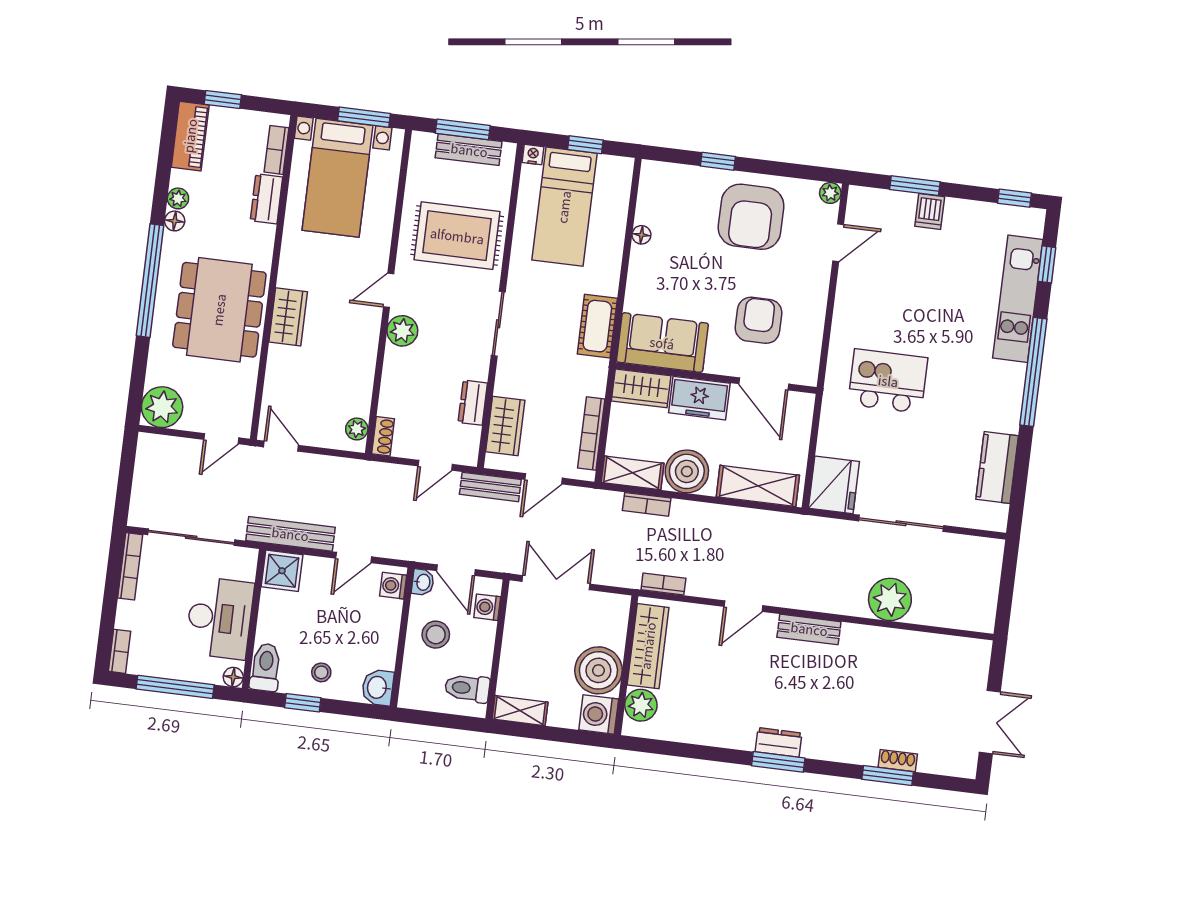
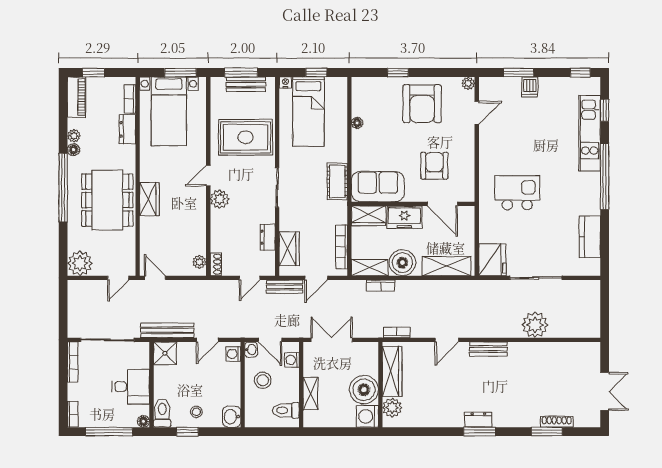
desk: (220, 618) -> (131, 387), width x0.73
shelving: (520, 711) -> (311, 394), moved, turned 90
shoe rack: (898, 761) -> (557, 422), width x1.43

